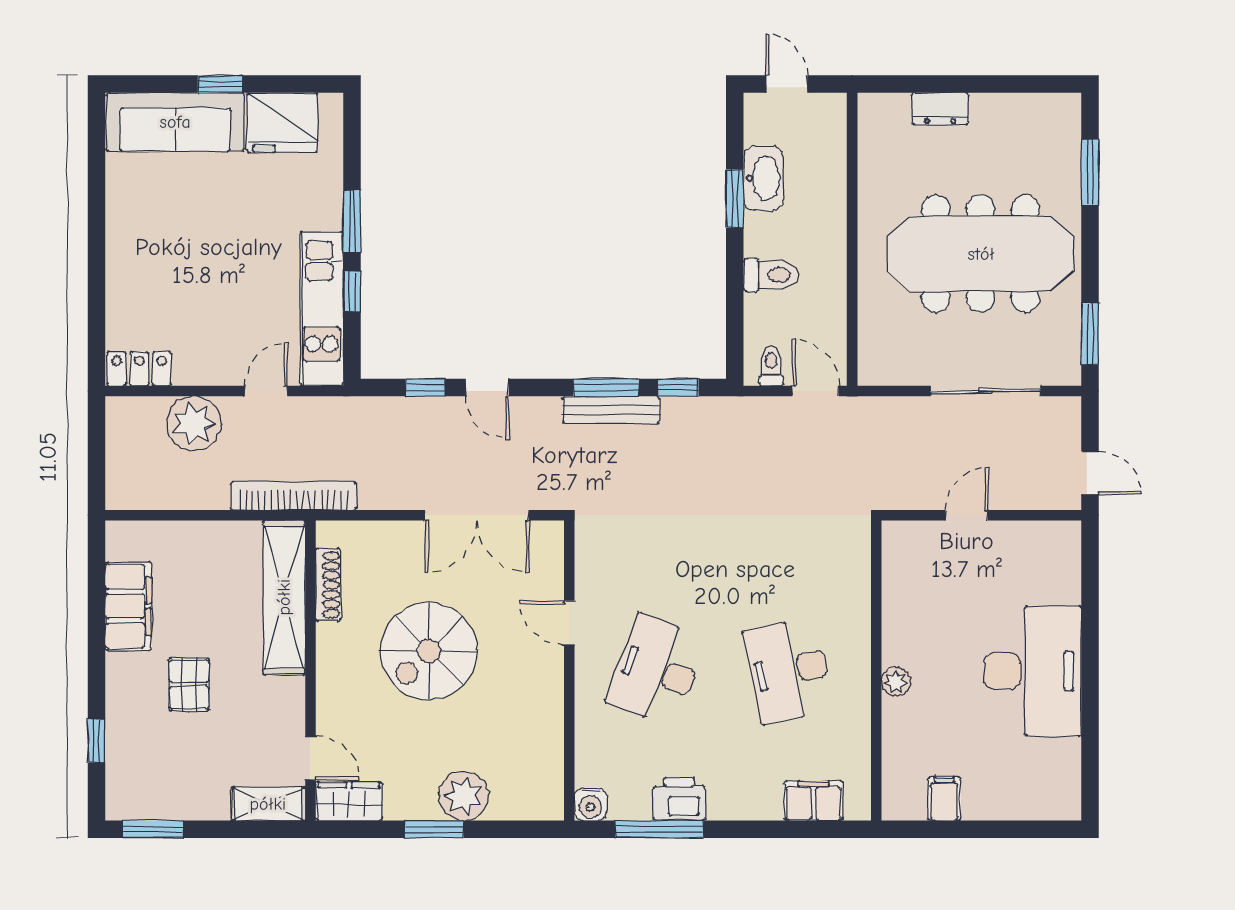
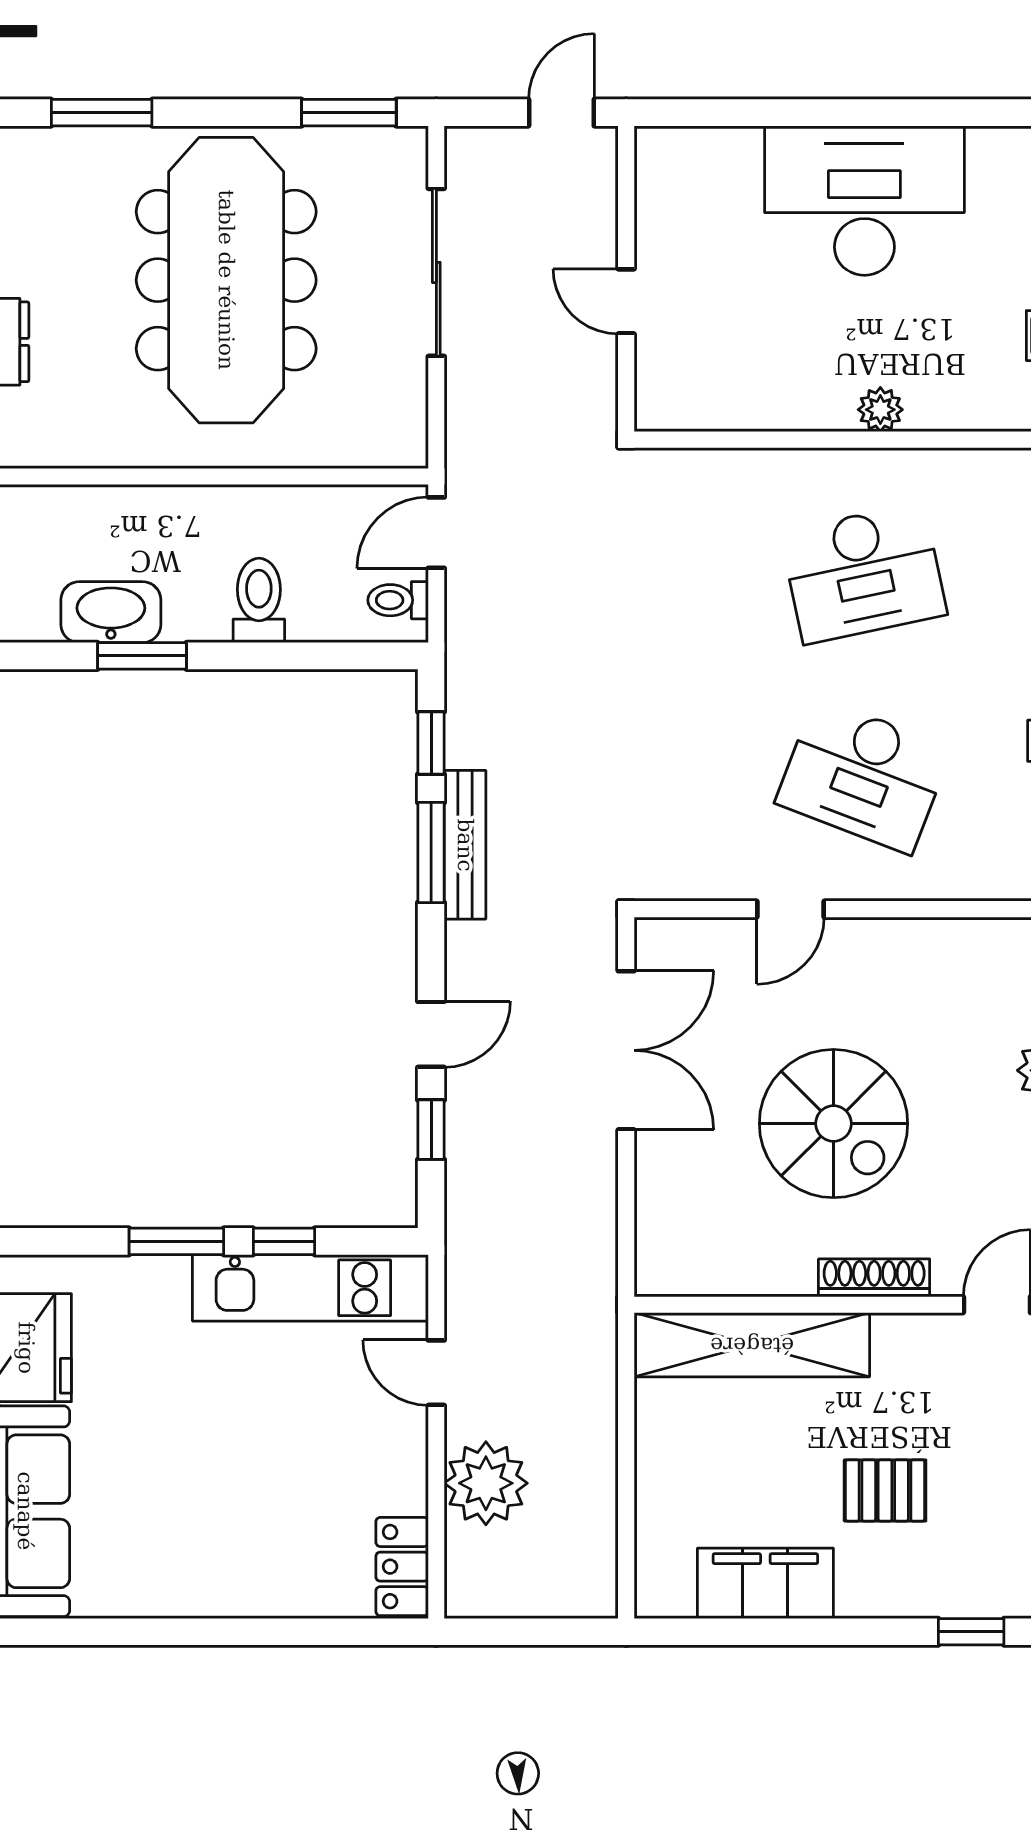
bookcase: (294, 496) -> (596, 1331), removed
shoe rack: (328, 585) -> (874, 1278), moved

